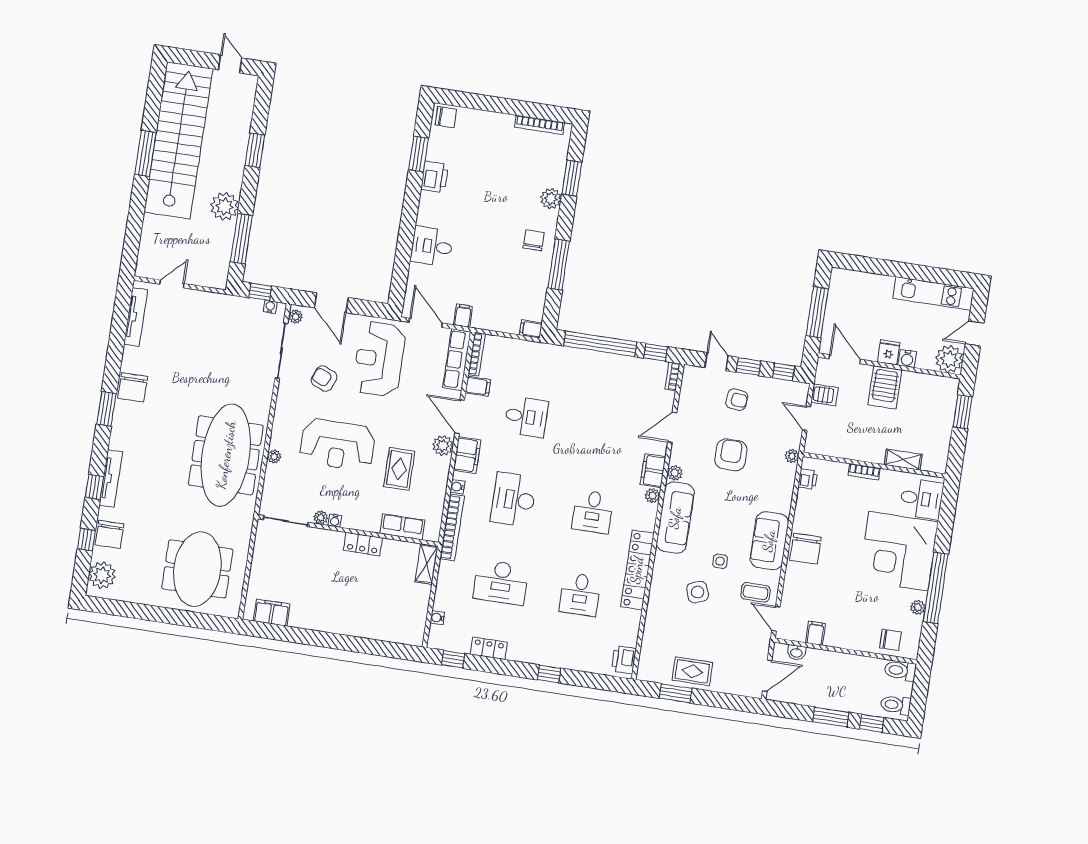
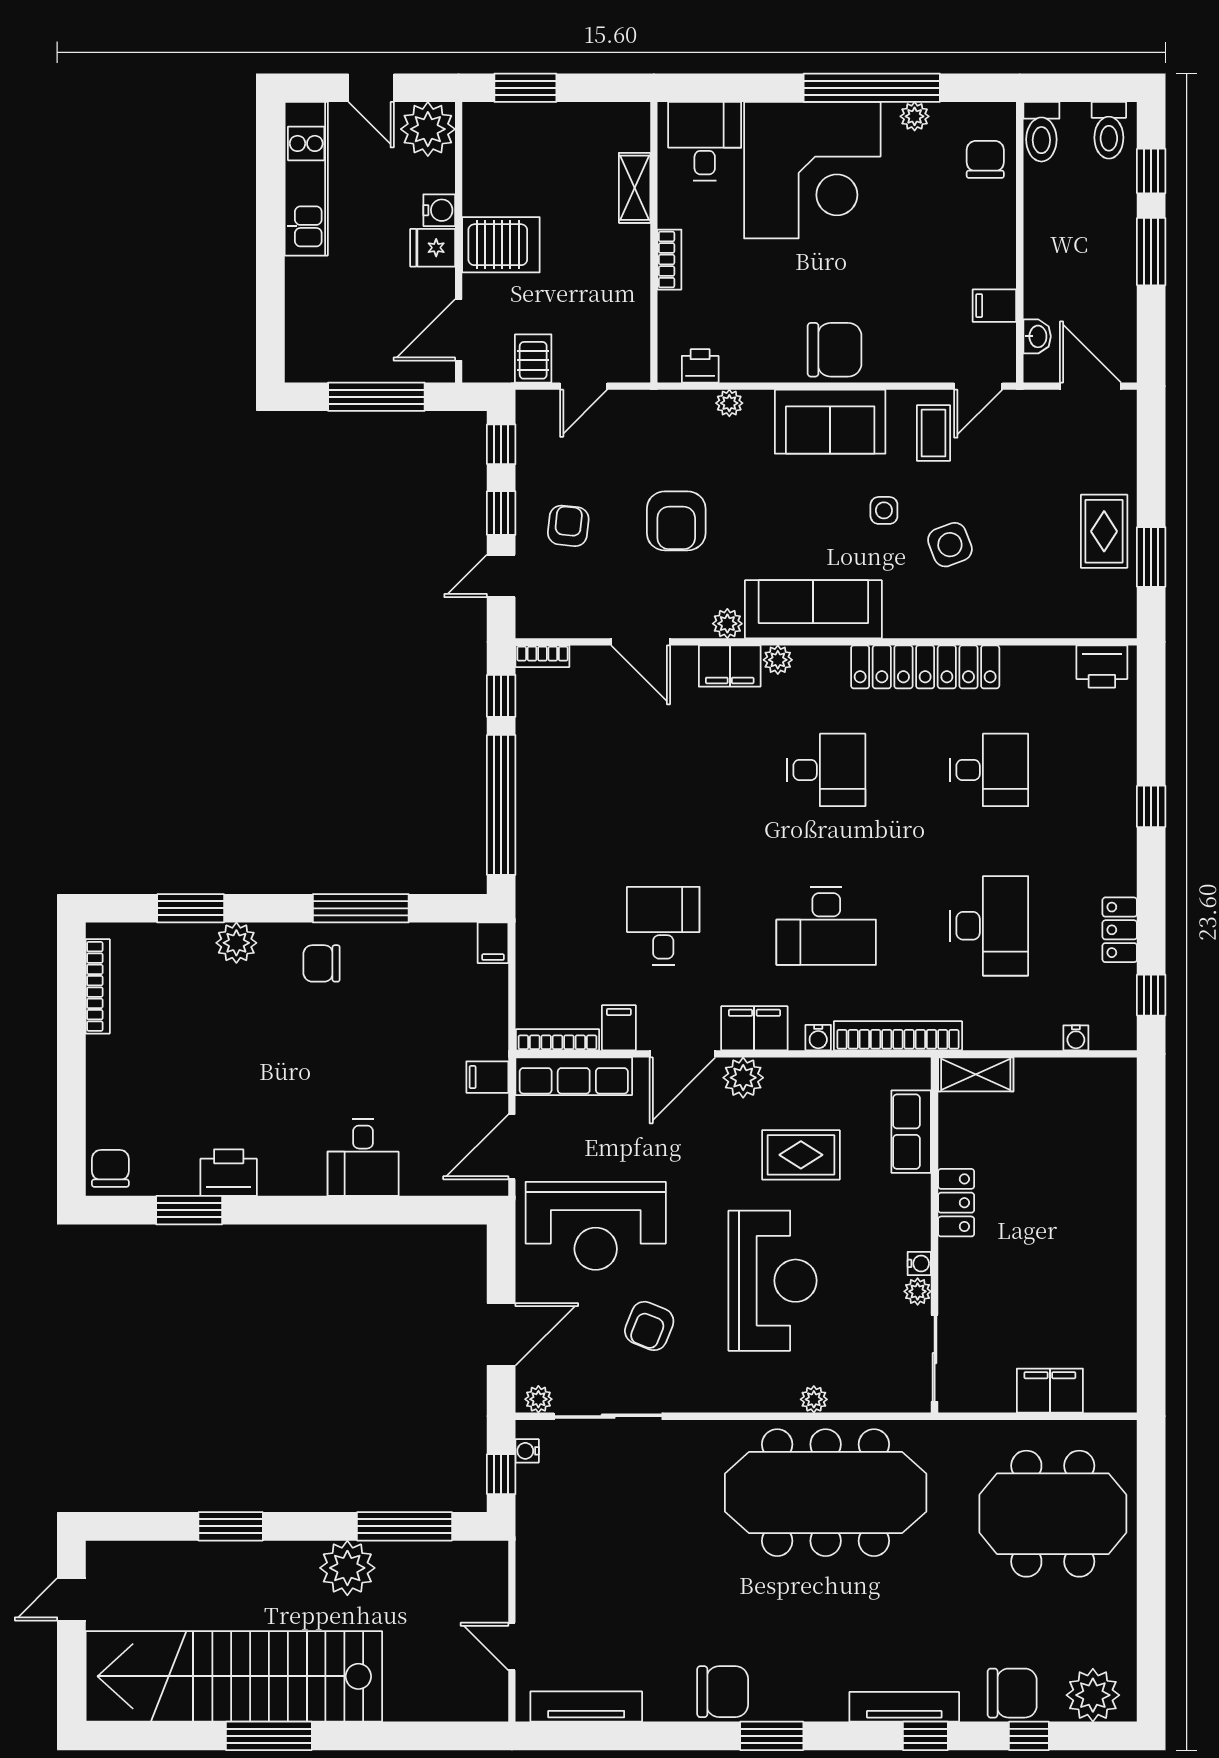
armchair: (731, 455) -> (676, 521), turned -90
plant: (792, 456) -> (729, 403), moved
filing cabinet: (272, 613) -> (1050, 1391), moved, turned 90

